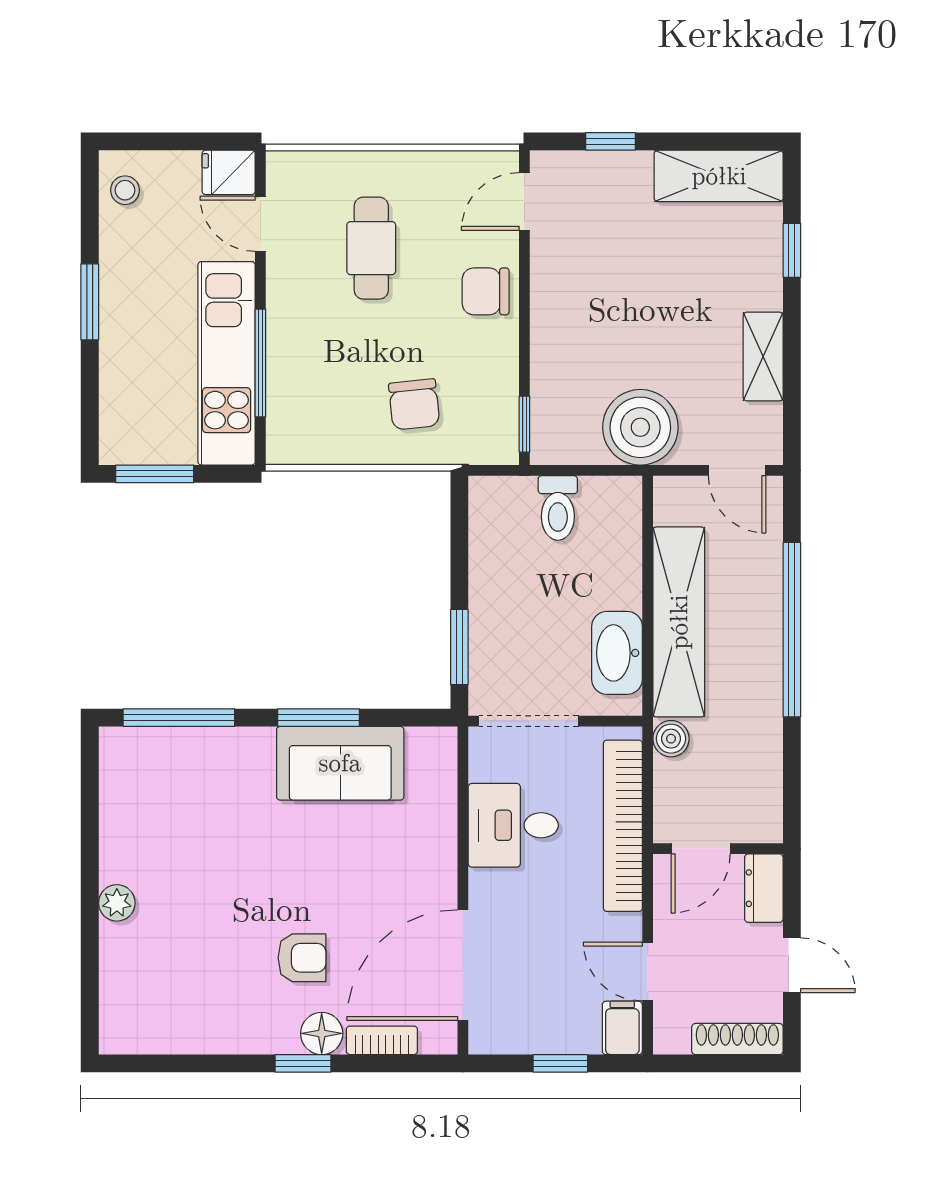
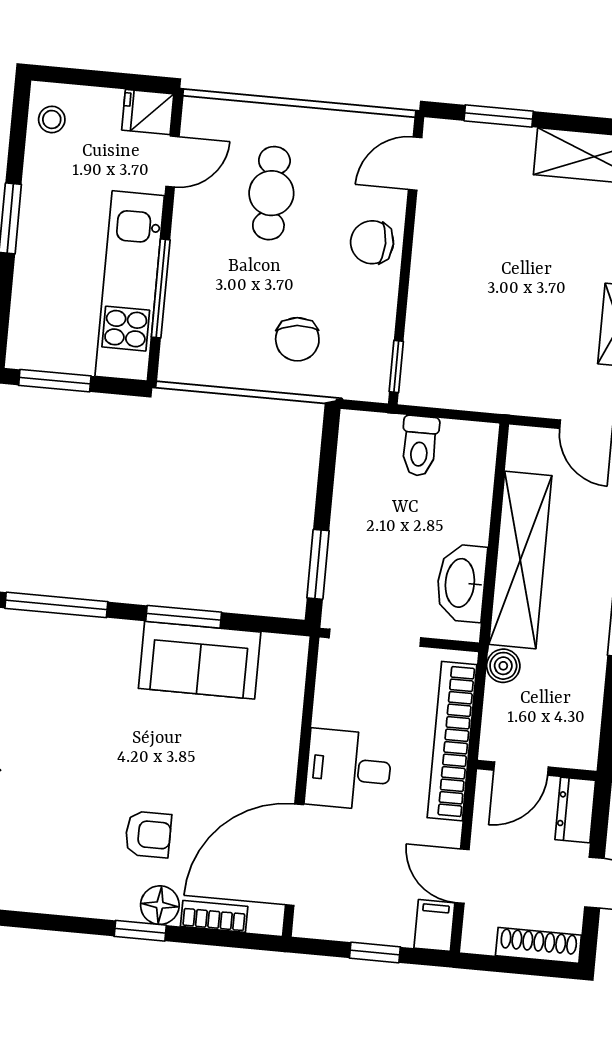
window: (610, 141) -> (499, 116), width x1.50
door: (260, 224) -> (172, 162), swing flipped
boiler: (640, 427) -> (502, 379), removed
desk: (513, 825) -> (349, 770), moved

